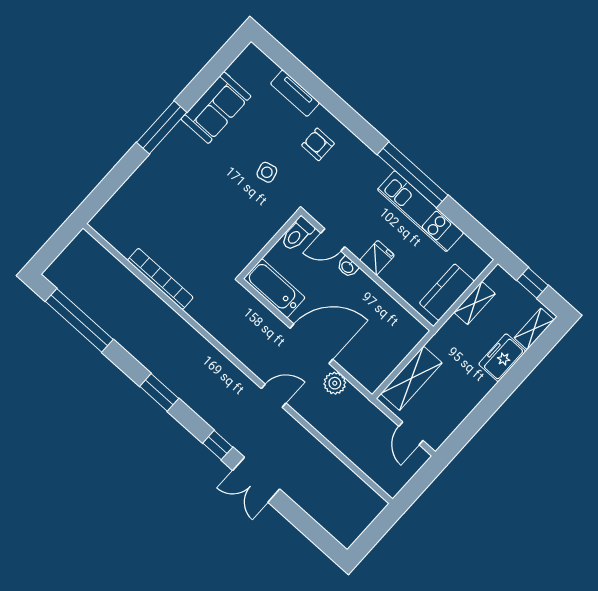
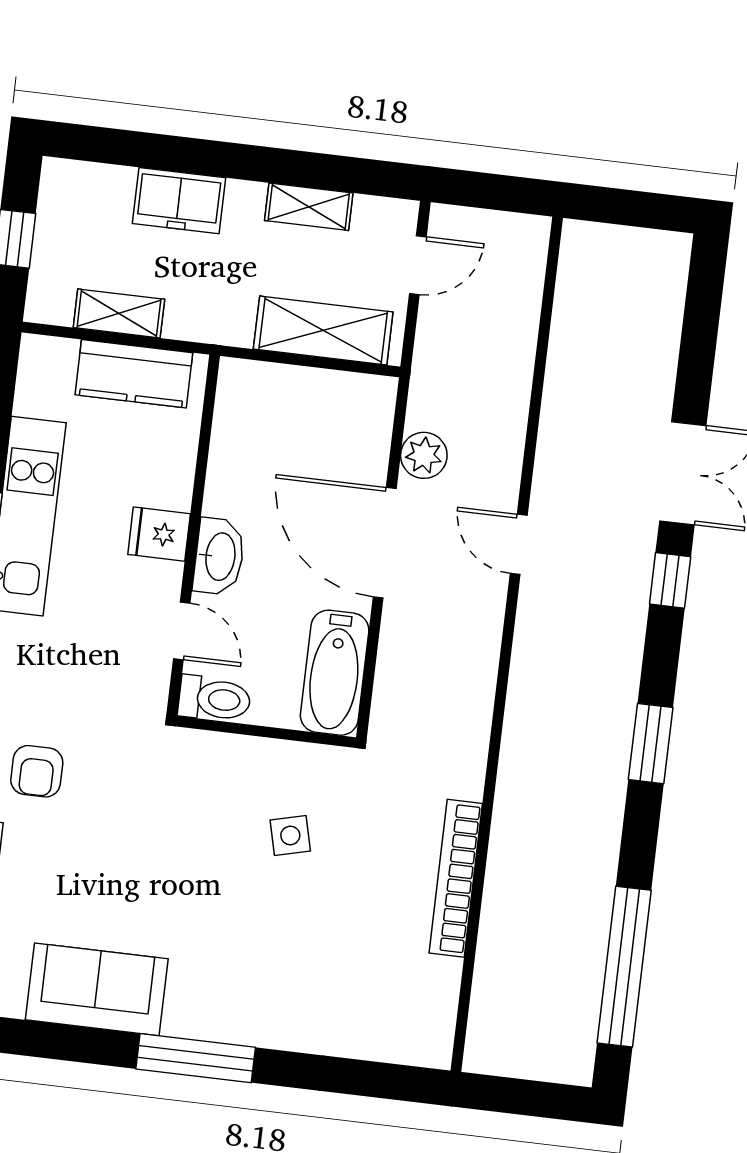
side table: (267, 172) -> (290, 836), moved
washbasin: (348, 267) -> (219, 556), width x1.91, depth x1.45
shelving: (534, 329) -> (309, 207), moved

